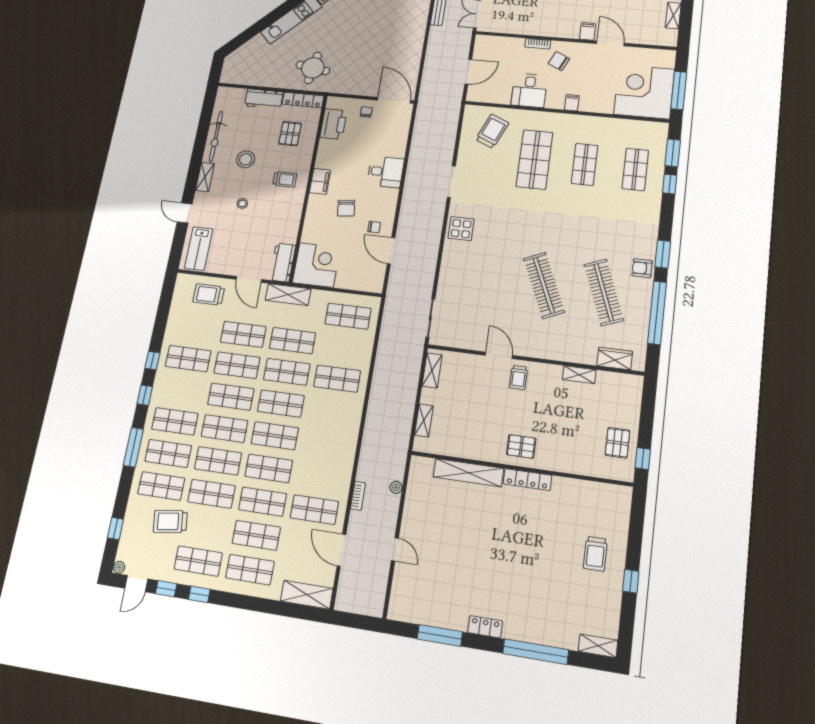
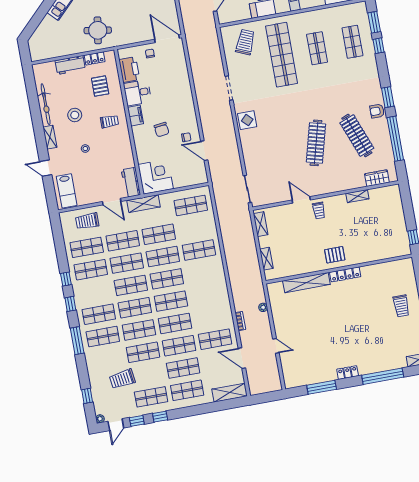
locker: (303, 100) -> (95, 58), width x0.66
shop shelf: (535, 160) -> (282, 55), width x1.40
desk: (385, 172) -> (137, 93), moved, turned 180
clothes rail: (544, 285) -> (316, 143), turned 39
pallet: (617, 443) -> (395, 232), removed
shop shelf: (161, 486) -> (87, 247), moved

